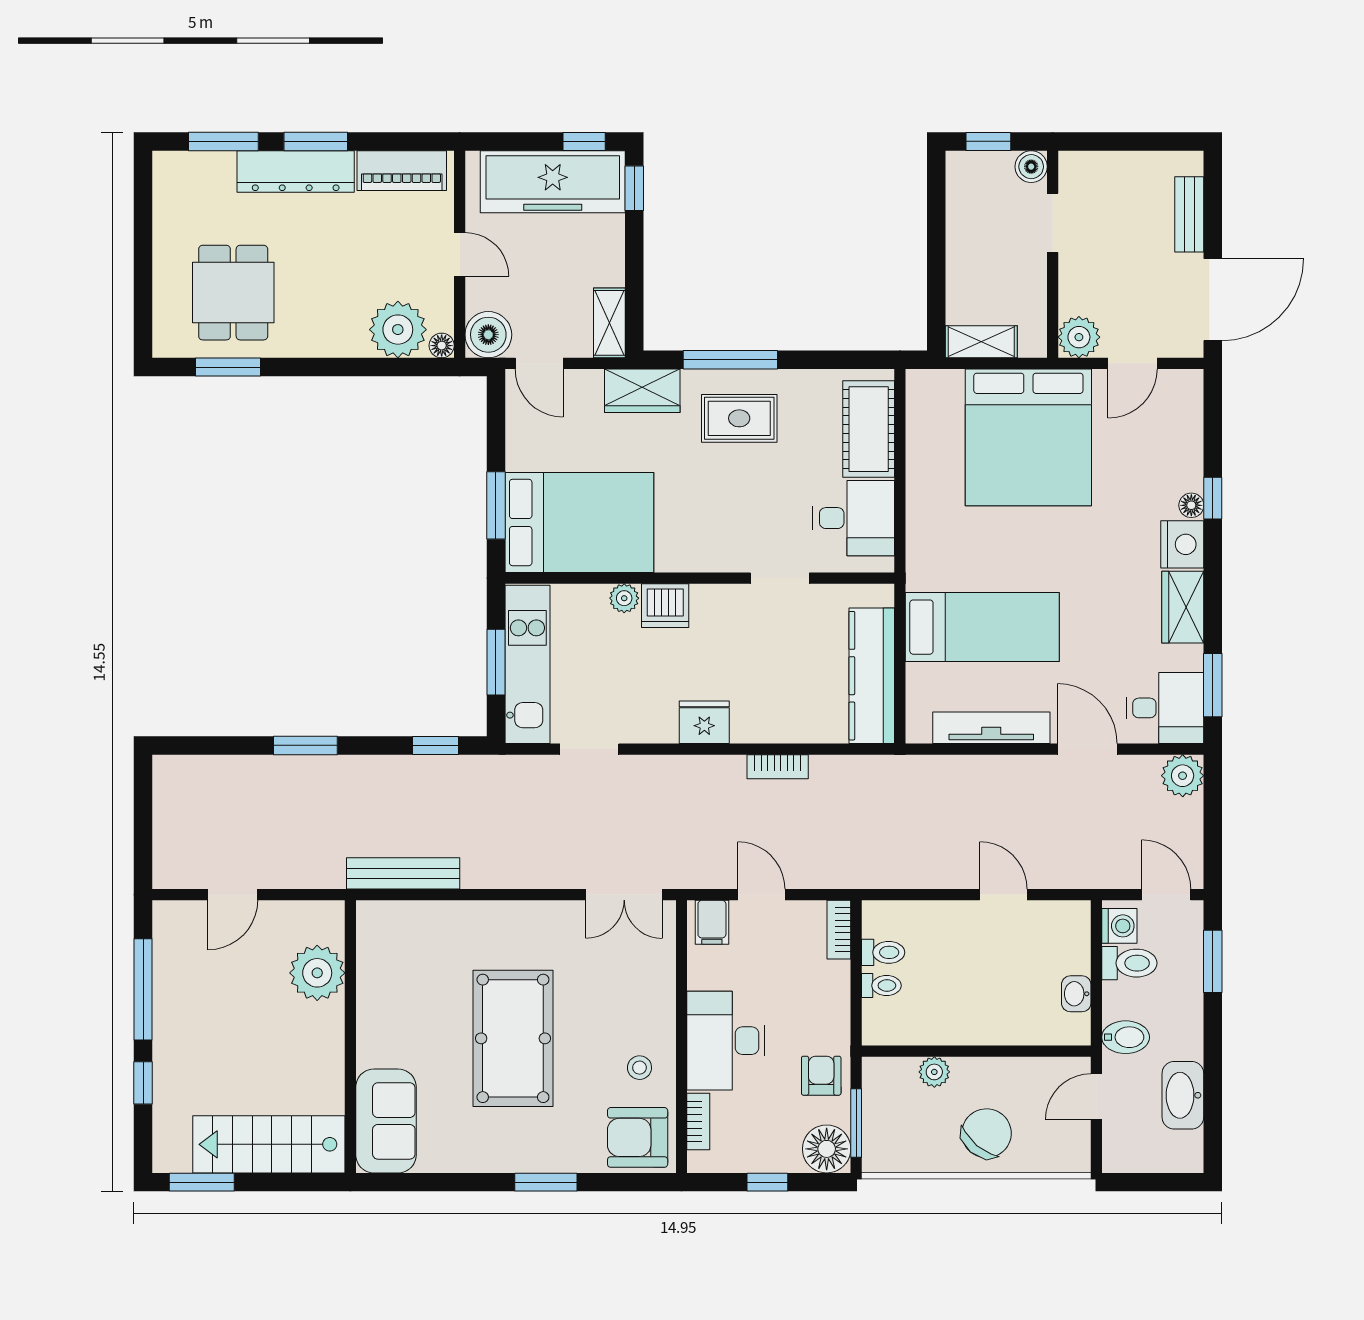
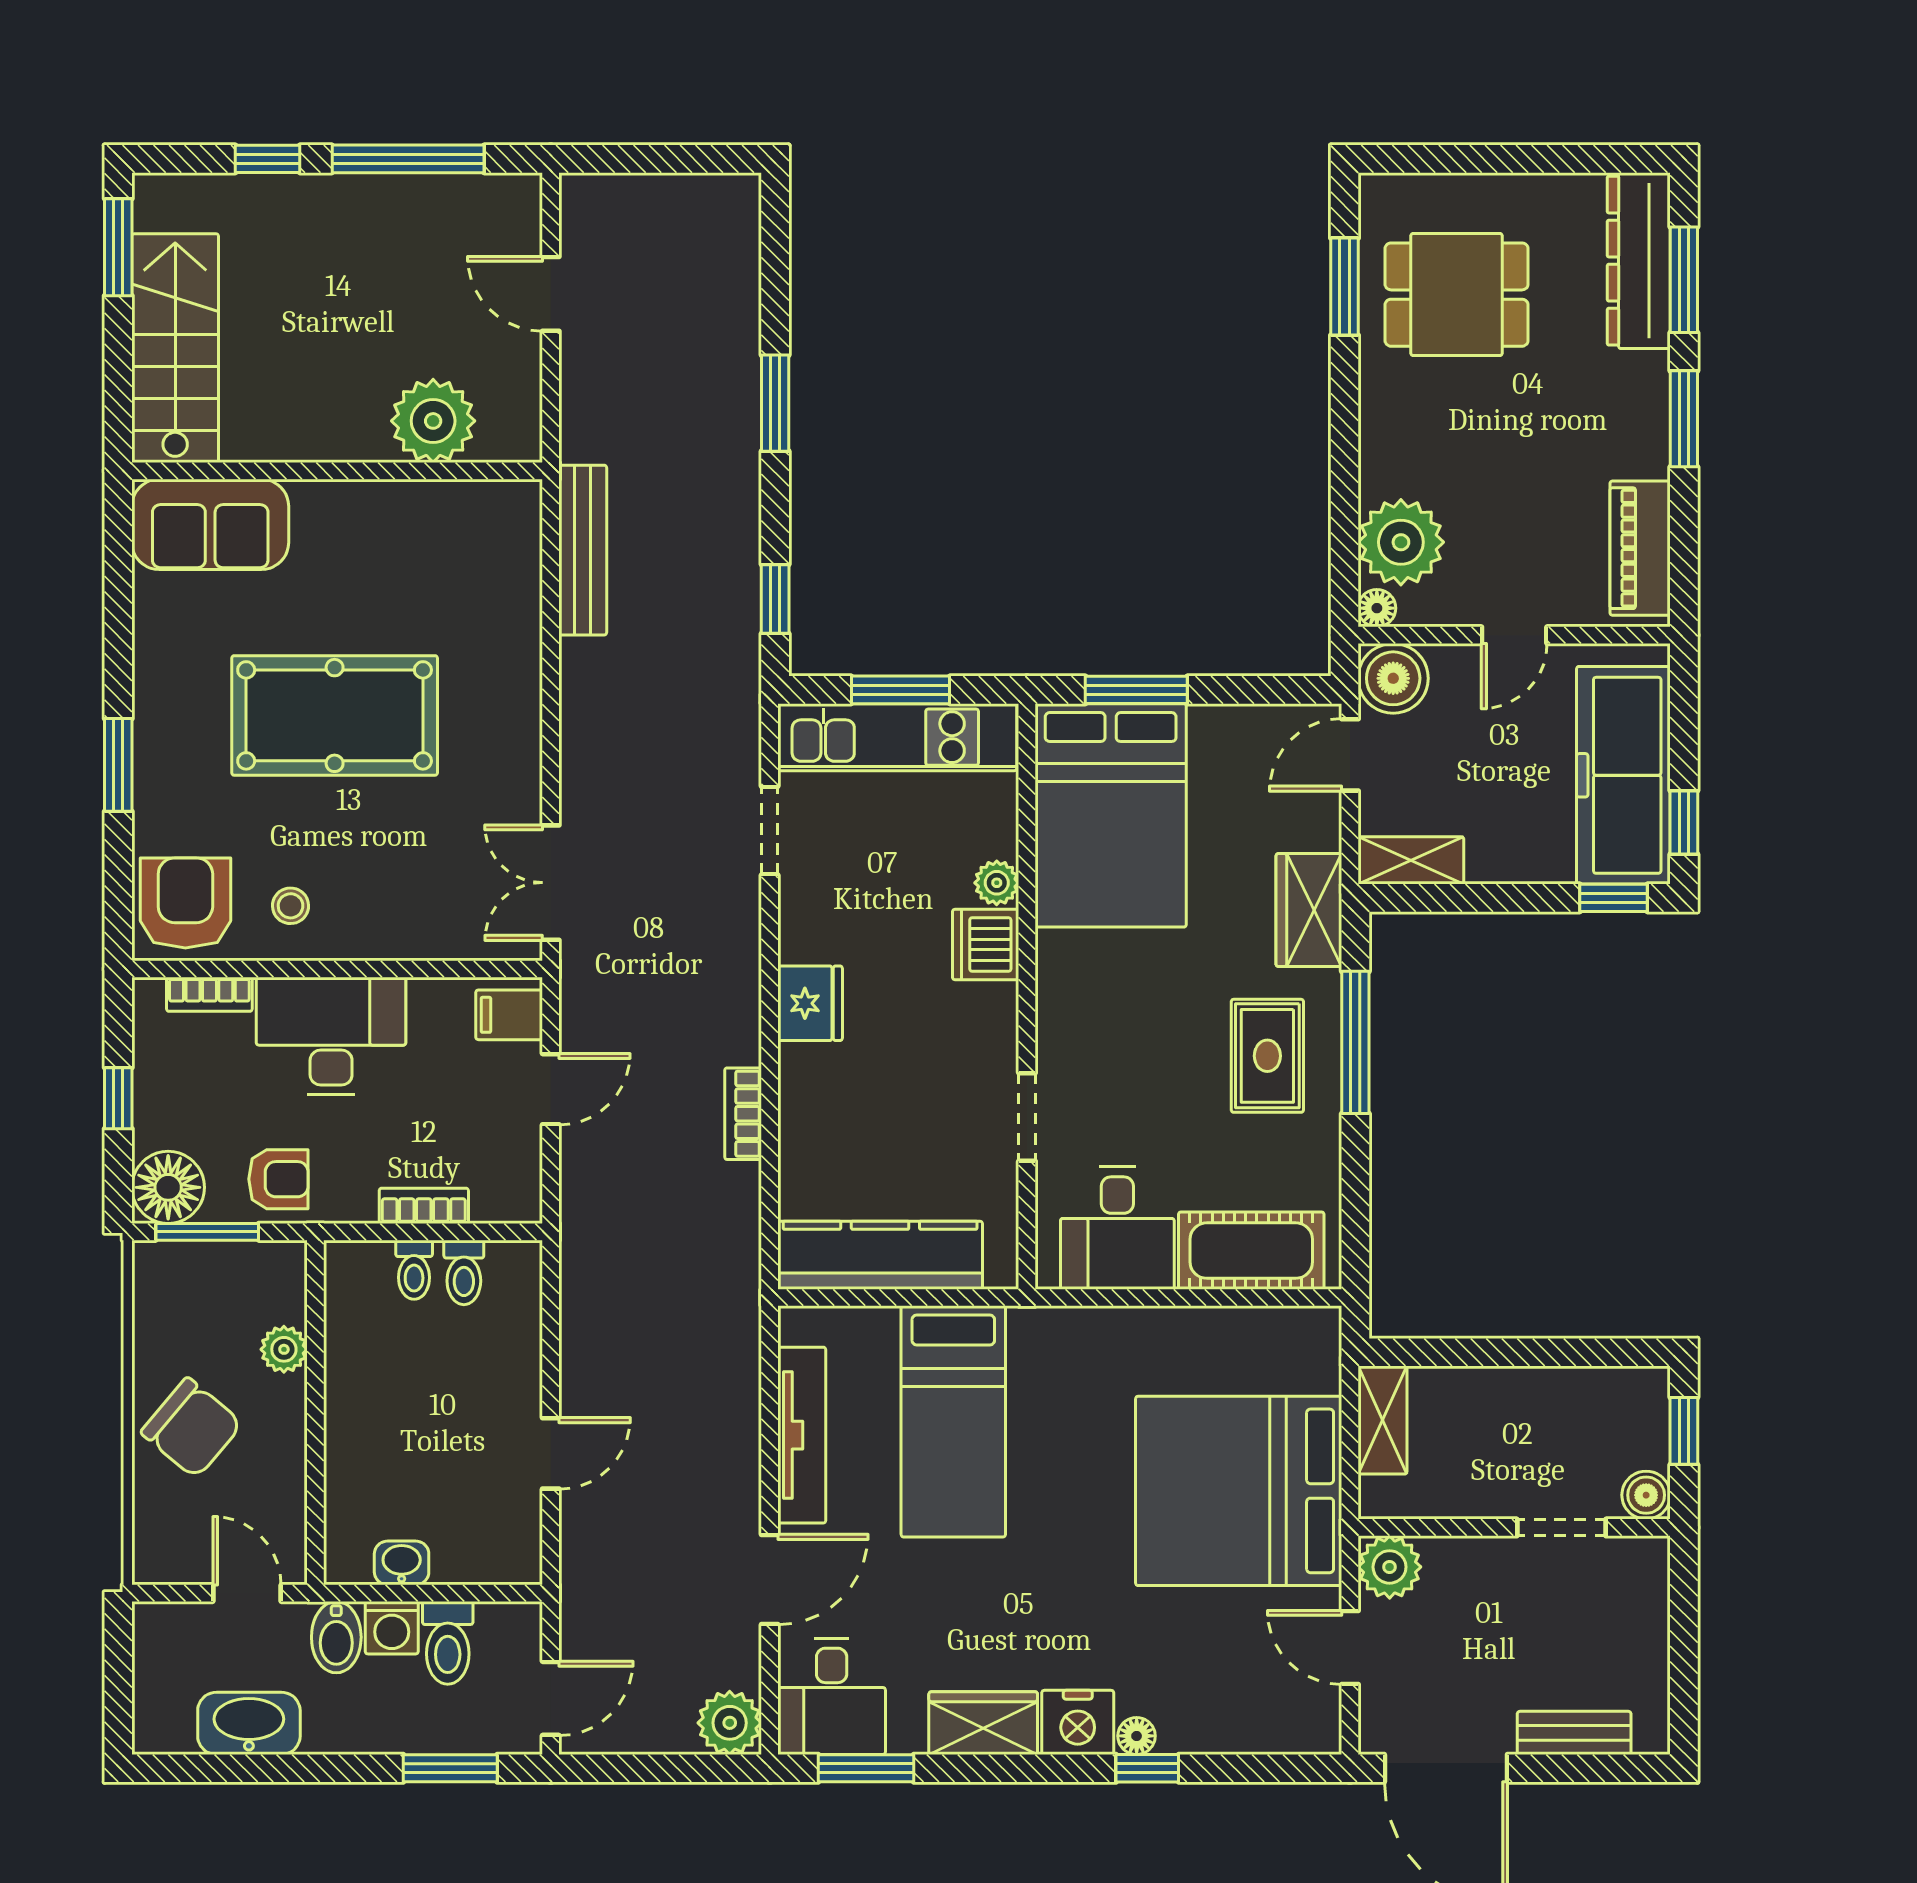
dresser: (296, 171) -> (1639, 261), moved
washing machine: (1119, 926) -> (392, 1628), moved
bookcase: (839, 930) -> (424, 1206), moved

